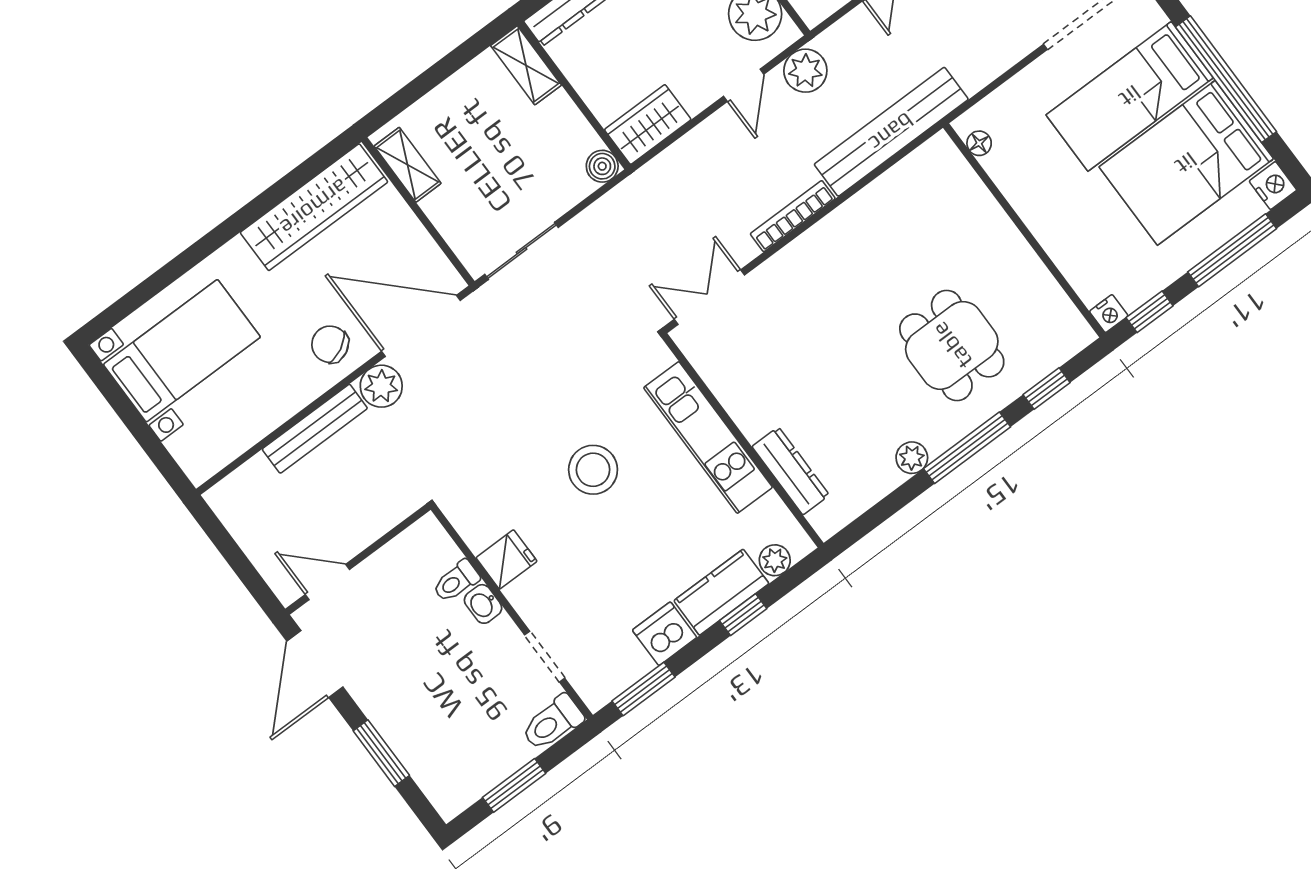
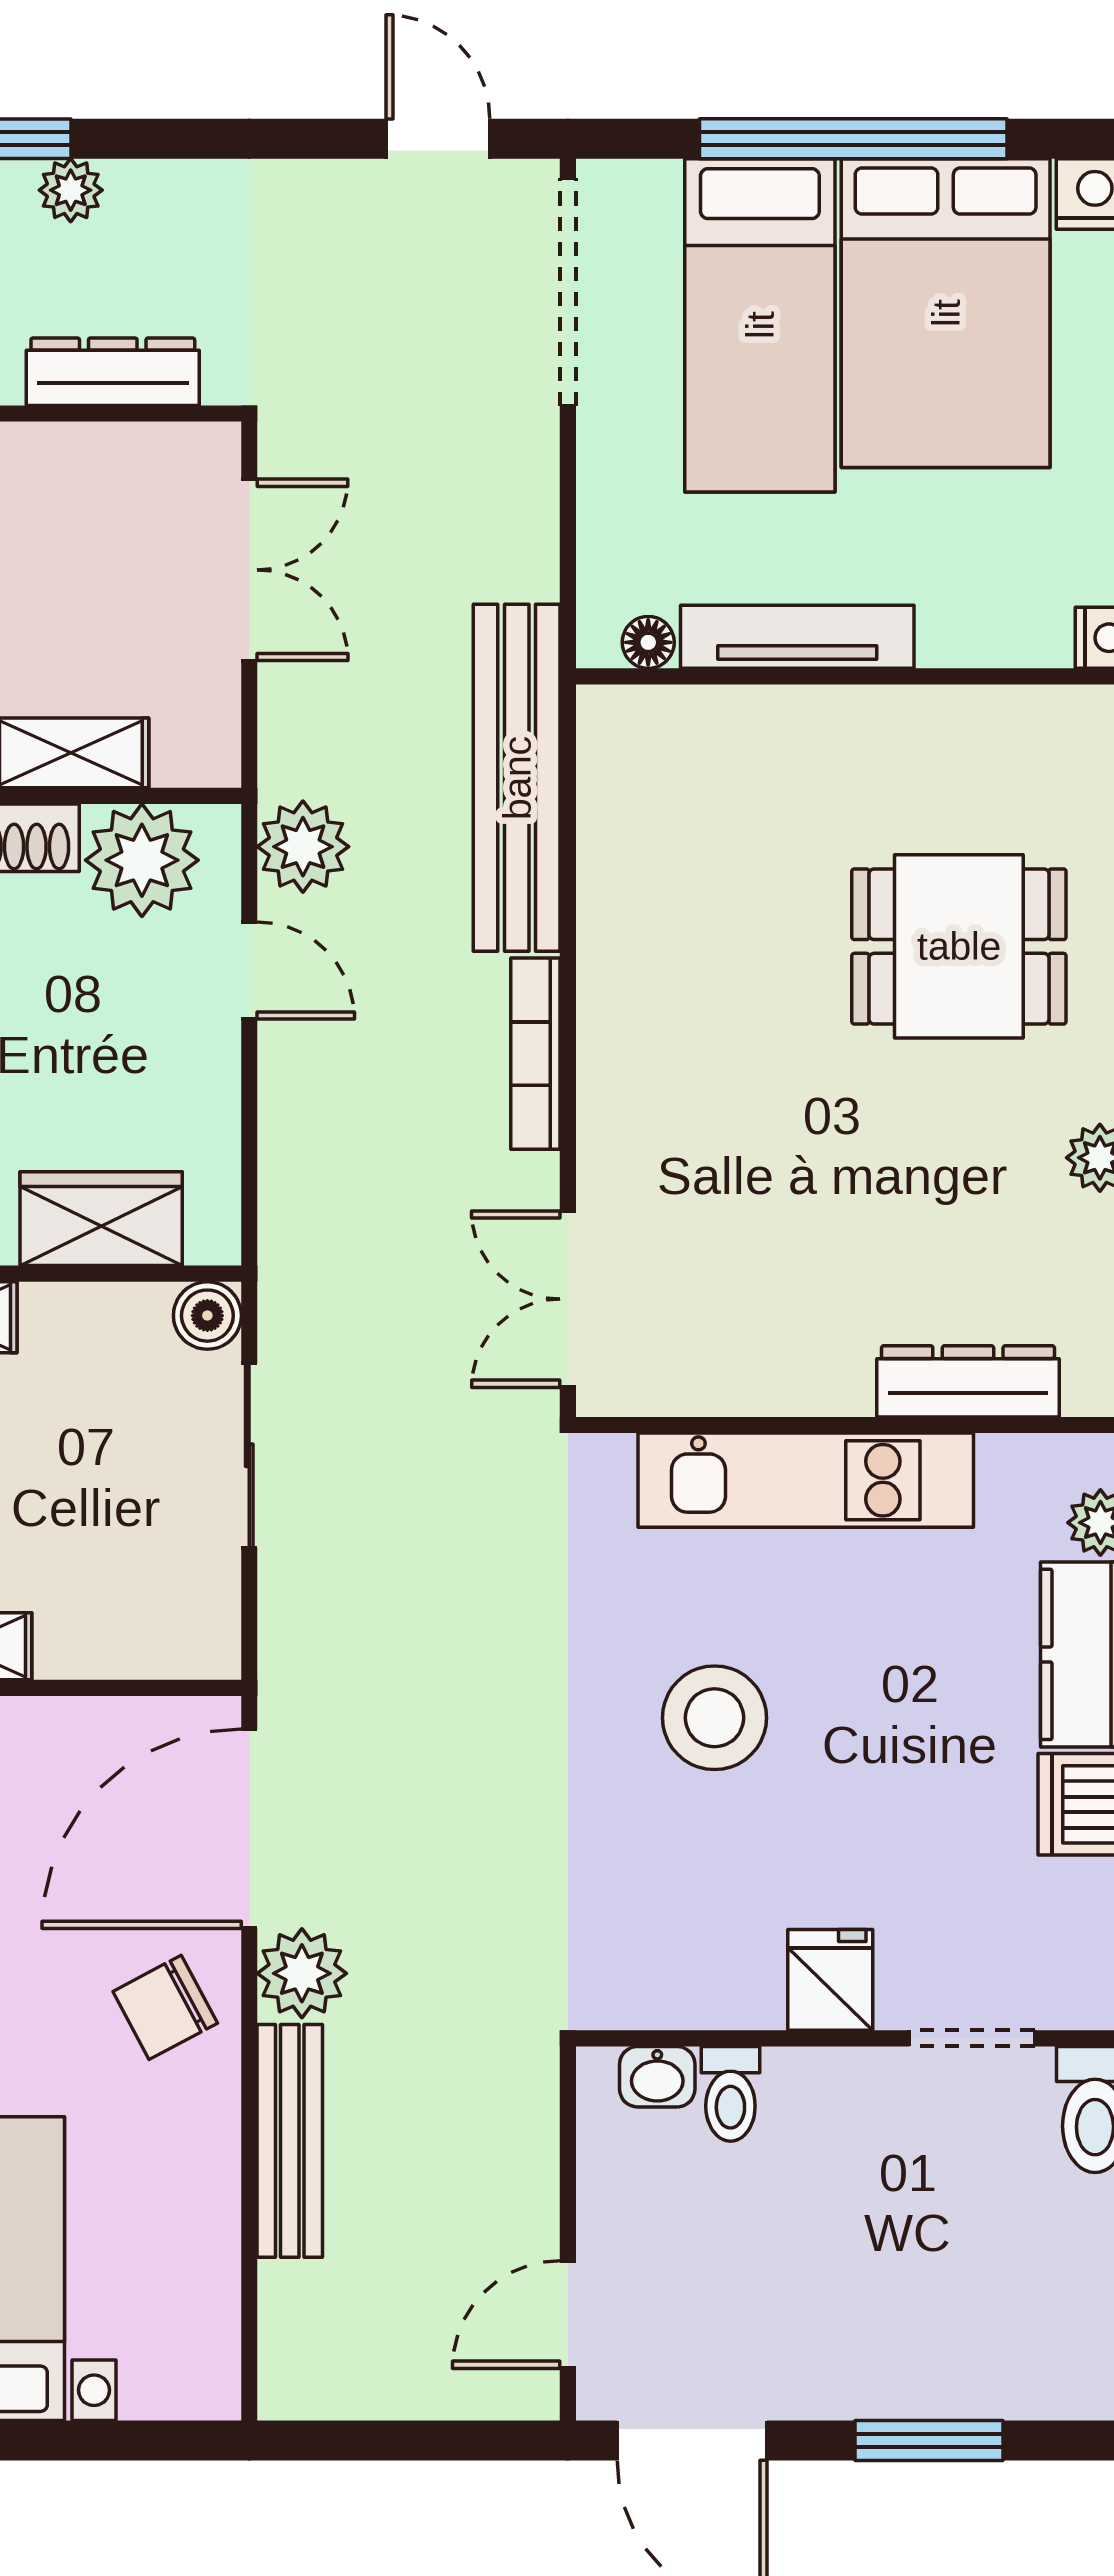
wardrobe: (648, 125) -> (101, 1219), moved, turned 90
tv unit: (1023, 198) -> (797, 637), added
sliding door: (521, 251) -> (249, 1455), moved
fridge: (506, 559) -> (830, 1980), moved
washbasin: (483, 604) -> (657, 2077), moved

